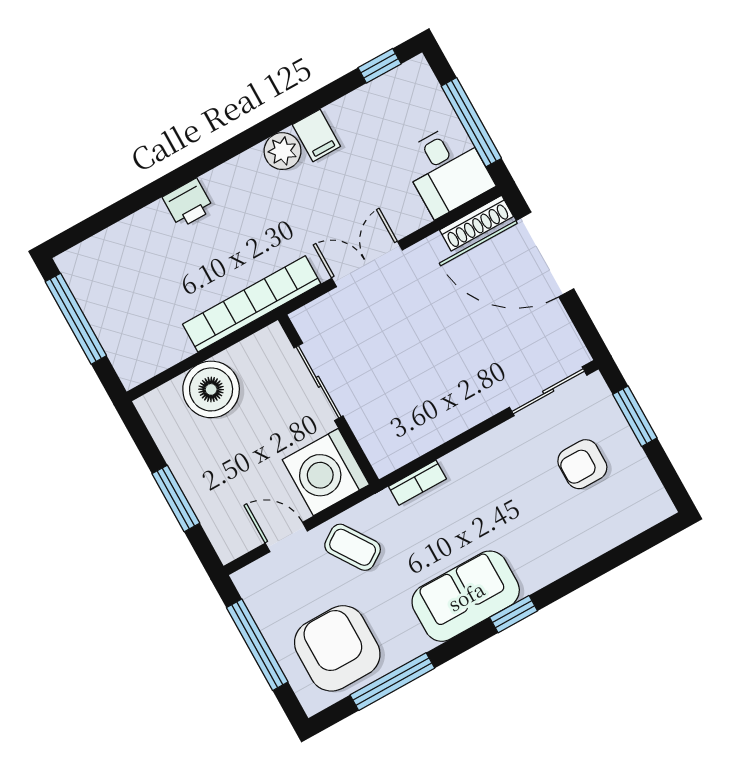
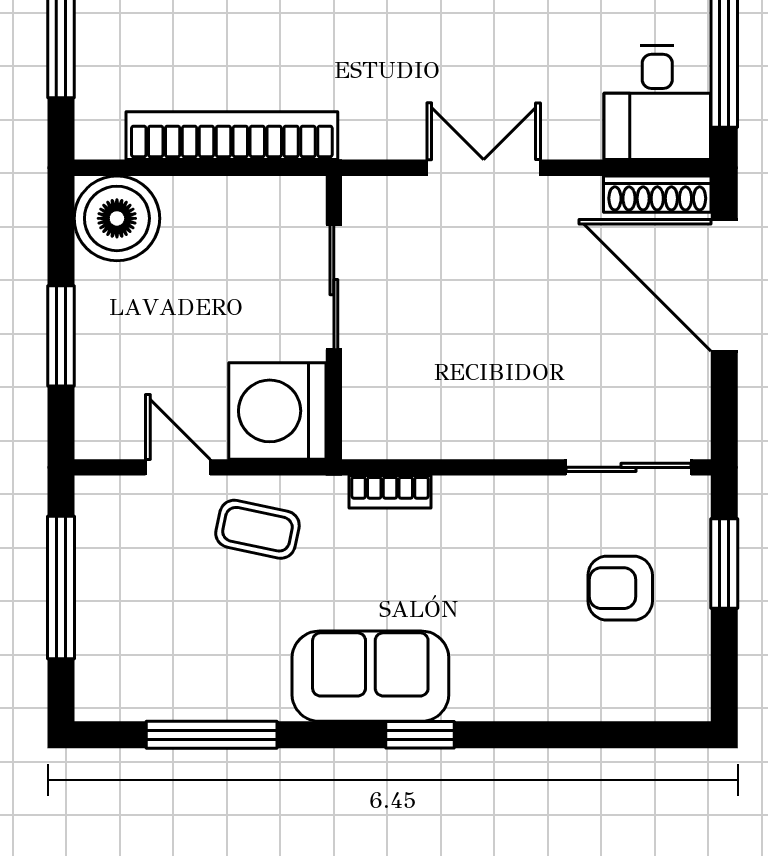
bookcase: (252, 304) -> (232, 136), moved
boiler: (211, 389) -> (117, 218), moved
coffee table: (353, 547) -> (257, 529), turned -44
armchair: (337, 648) -> (163, 651), removed

